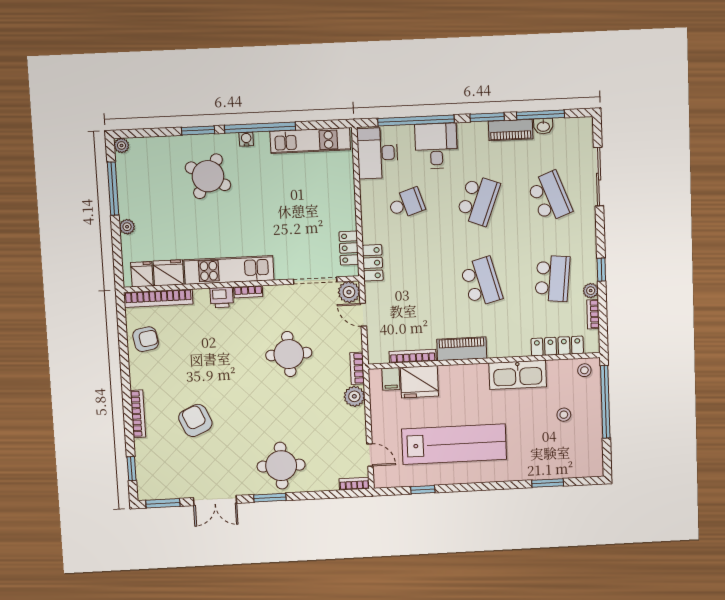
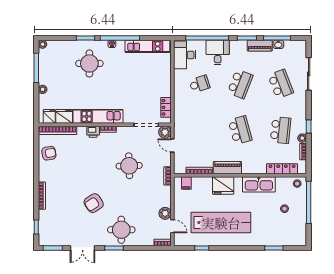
round table: (208, 176) -> (89, 63), turned -30
locker: (373, 263) -> (179, 116), removed
fridge: (419, 382) -> (223, 185), moved
plant: (354, 396) -> (165, 213), moved
armchair: (195, 420) -> (94, 203), moved, turned -99

